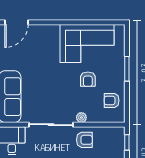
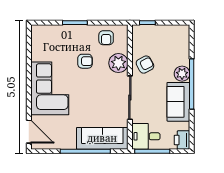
corner sofa: (87, 43) -> (50, 88), moved
plant: (81, 118) -> (118, 63), width x1.87, depth x1.87
armchair: (84, 140) -> (145, 65), turned 62

